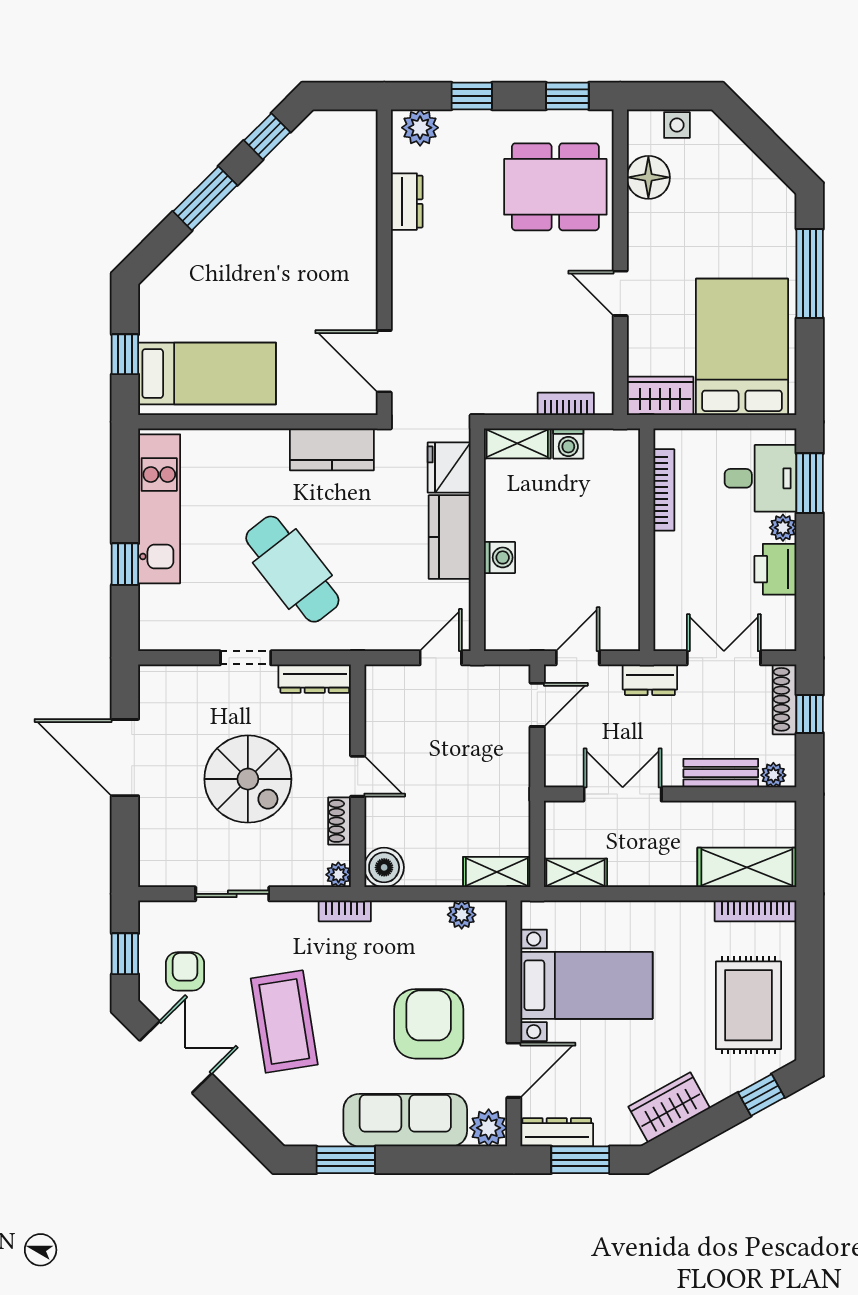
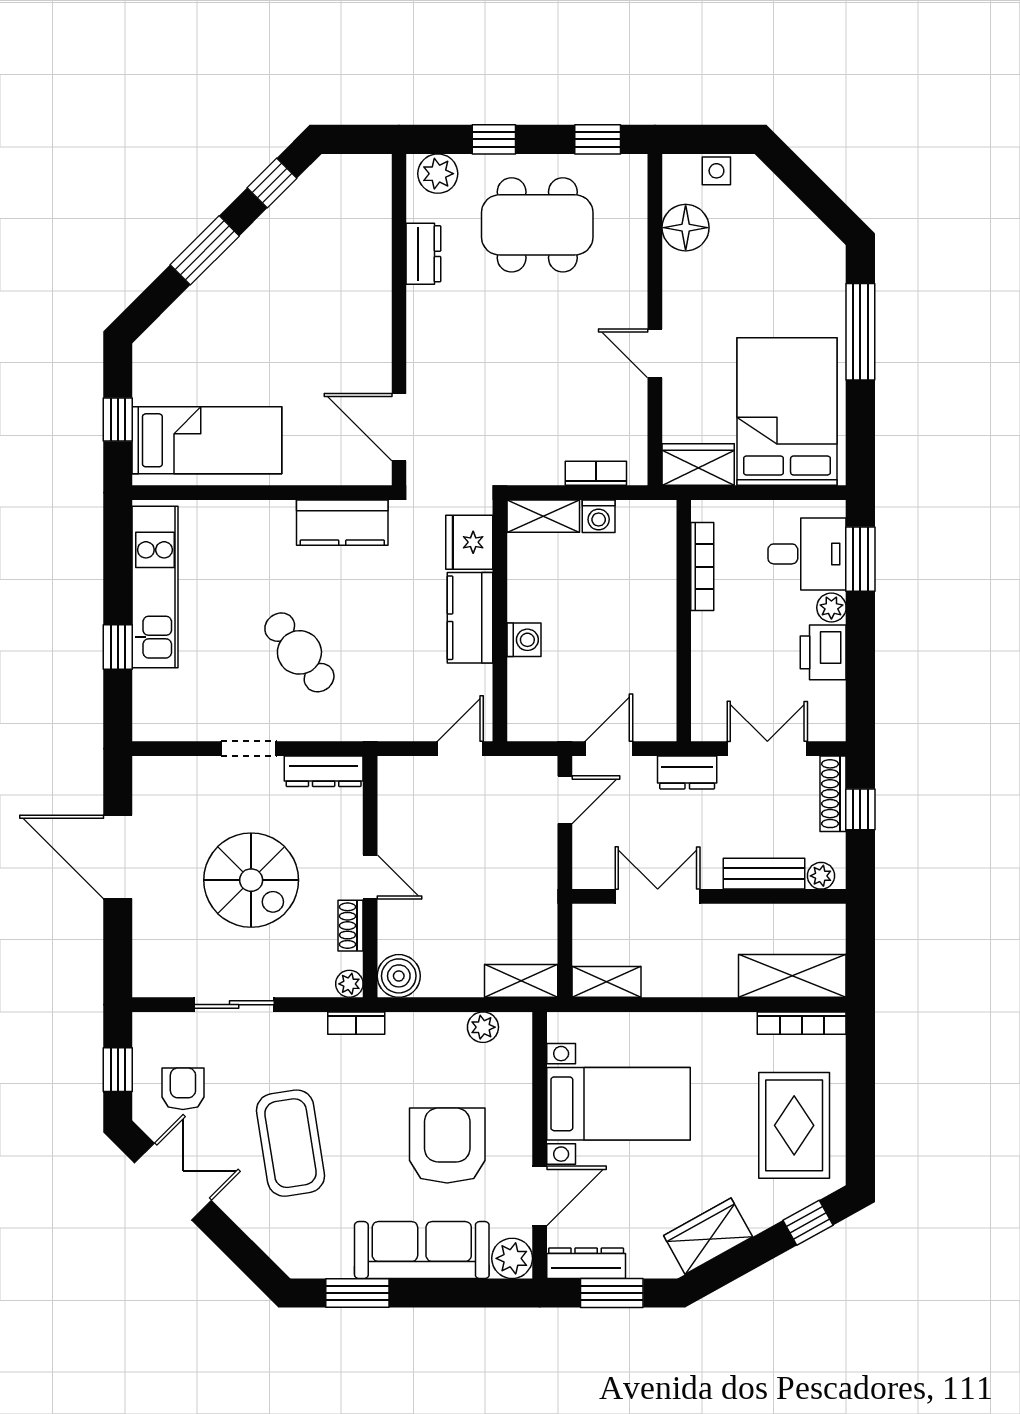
dining table: (555, 187) -> (537, 225), moved
cafe table: (292, 569) -> (299, 652), width x0.73, depth x0.74

